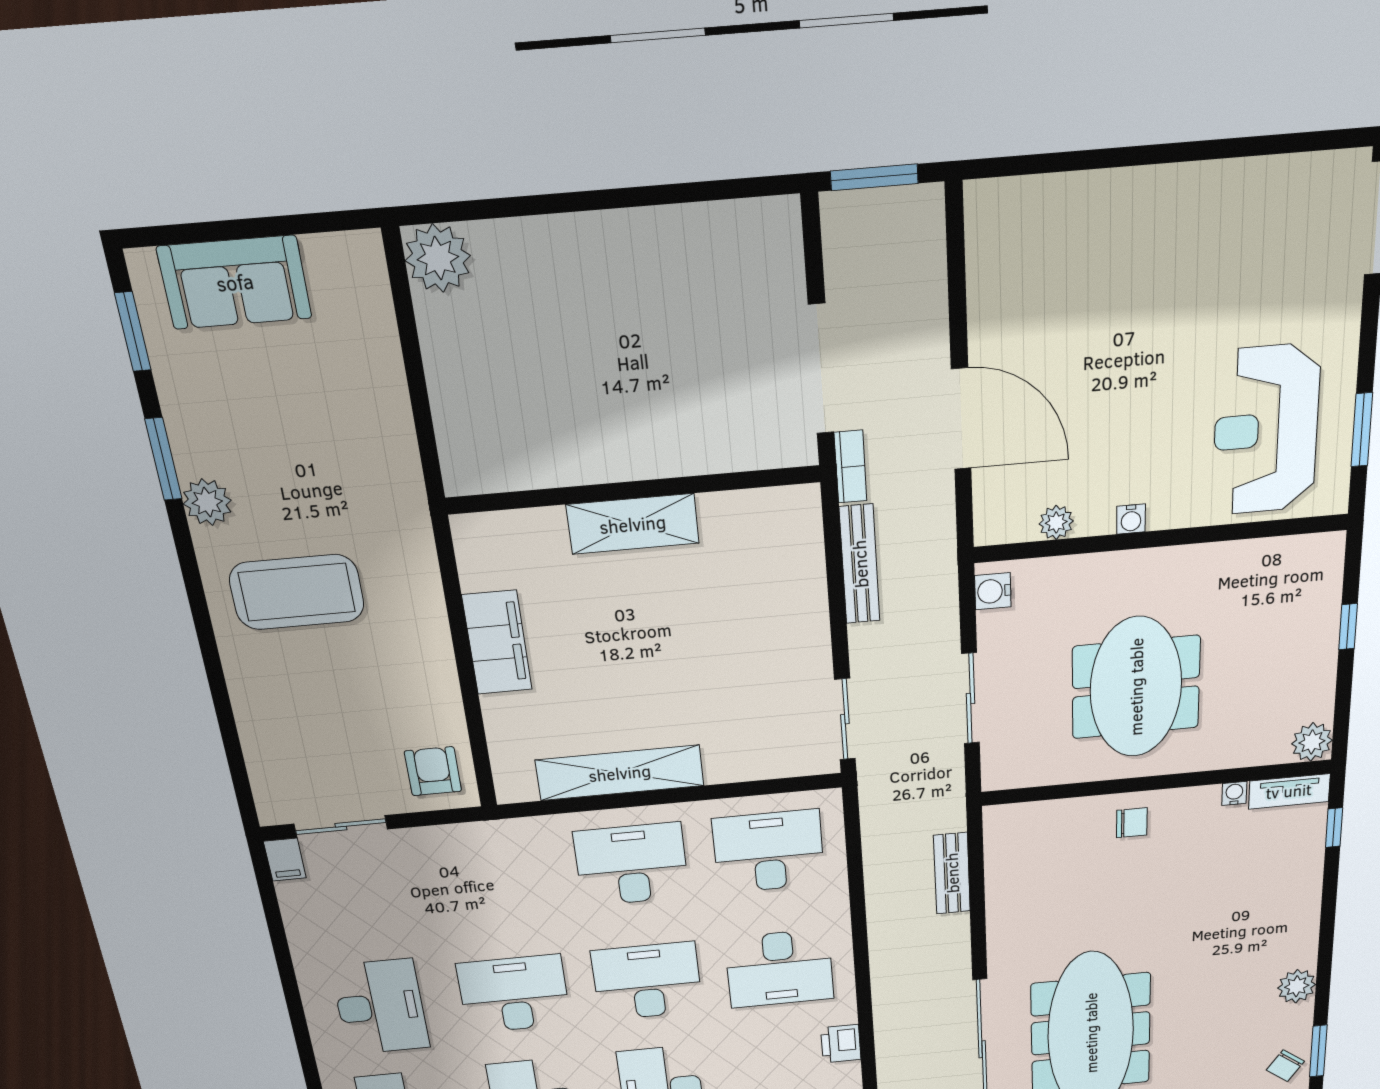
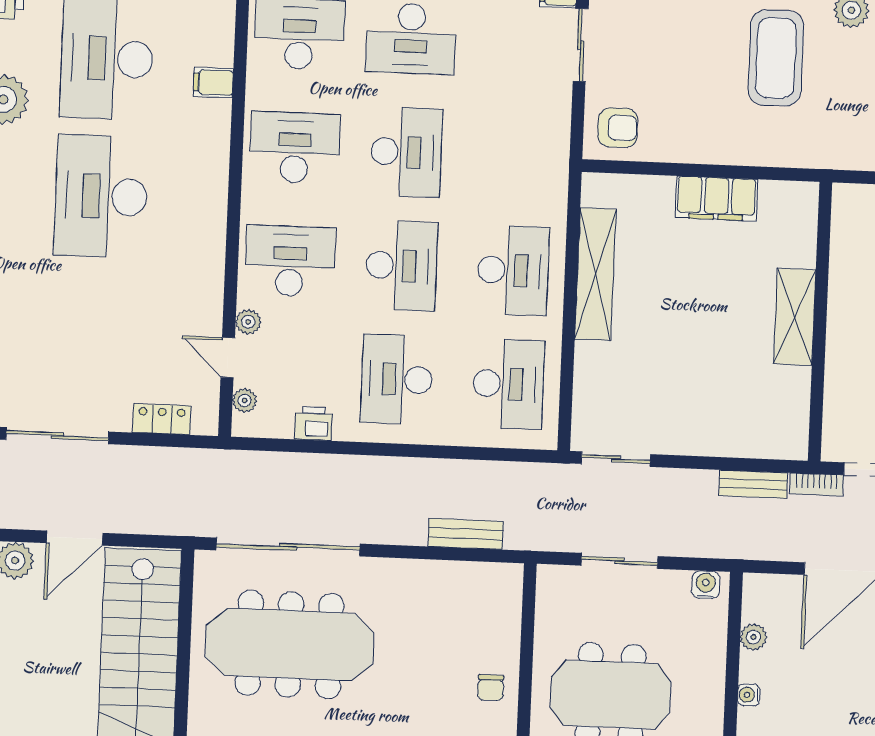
bench: (860, 564) -> (753, 484), width x0.73

